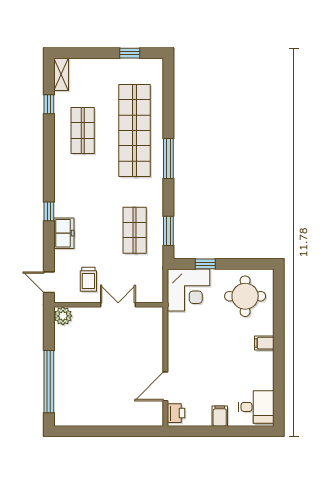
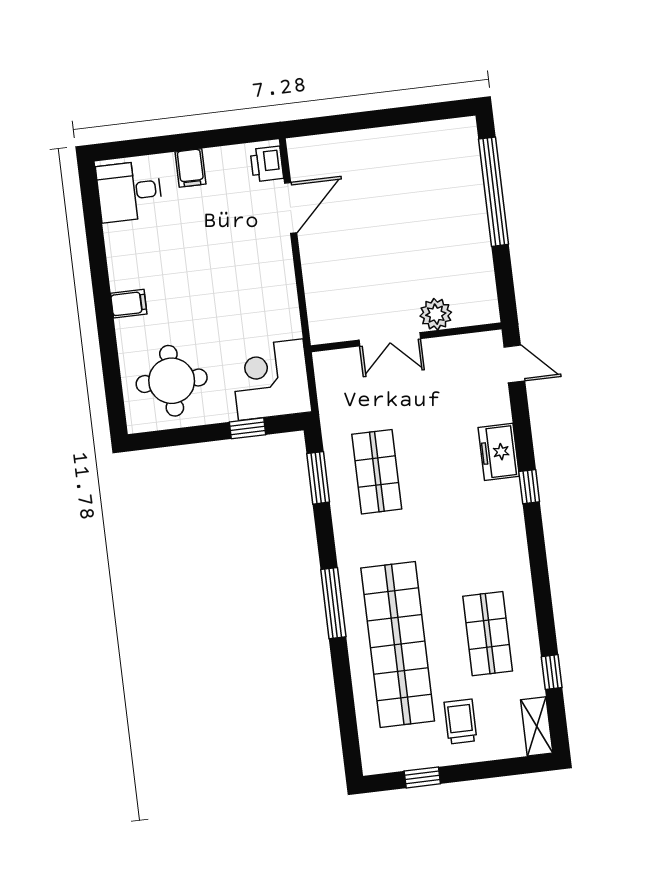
trolley: (88, 279) -> (460, 722), moved
plant: (63, 316) -> (436, 314), moved

